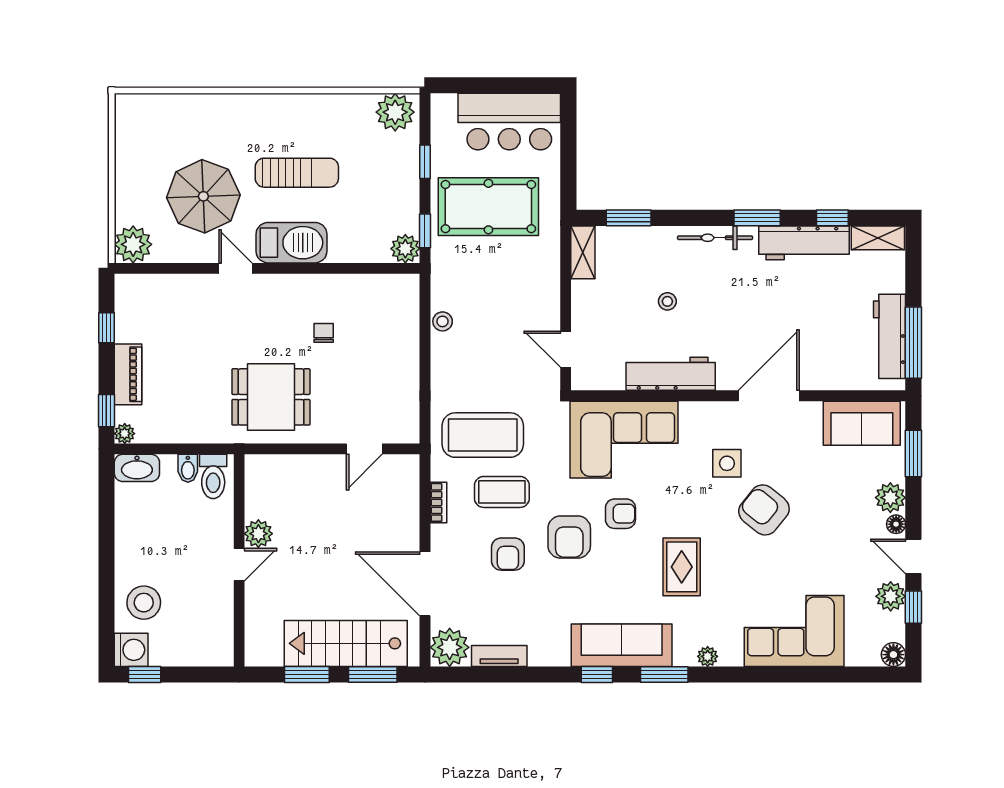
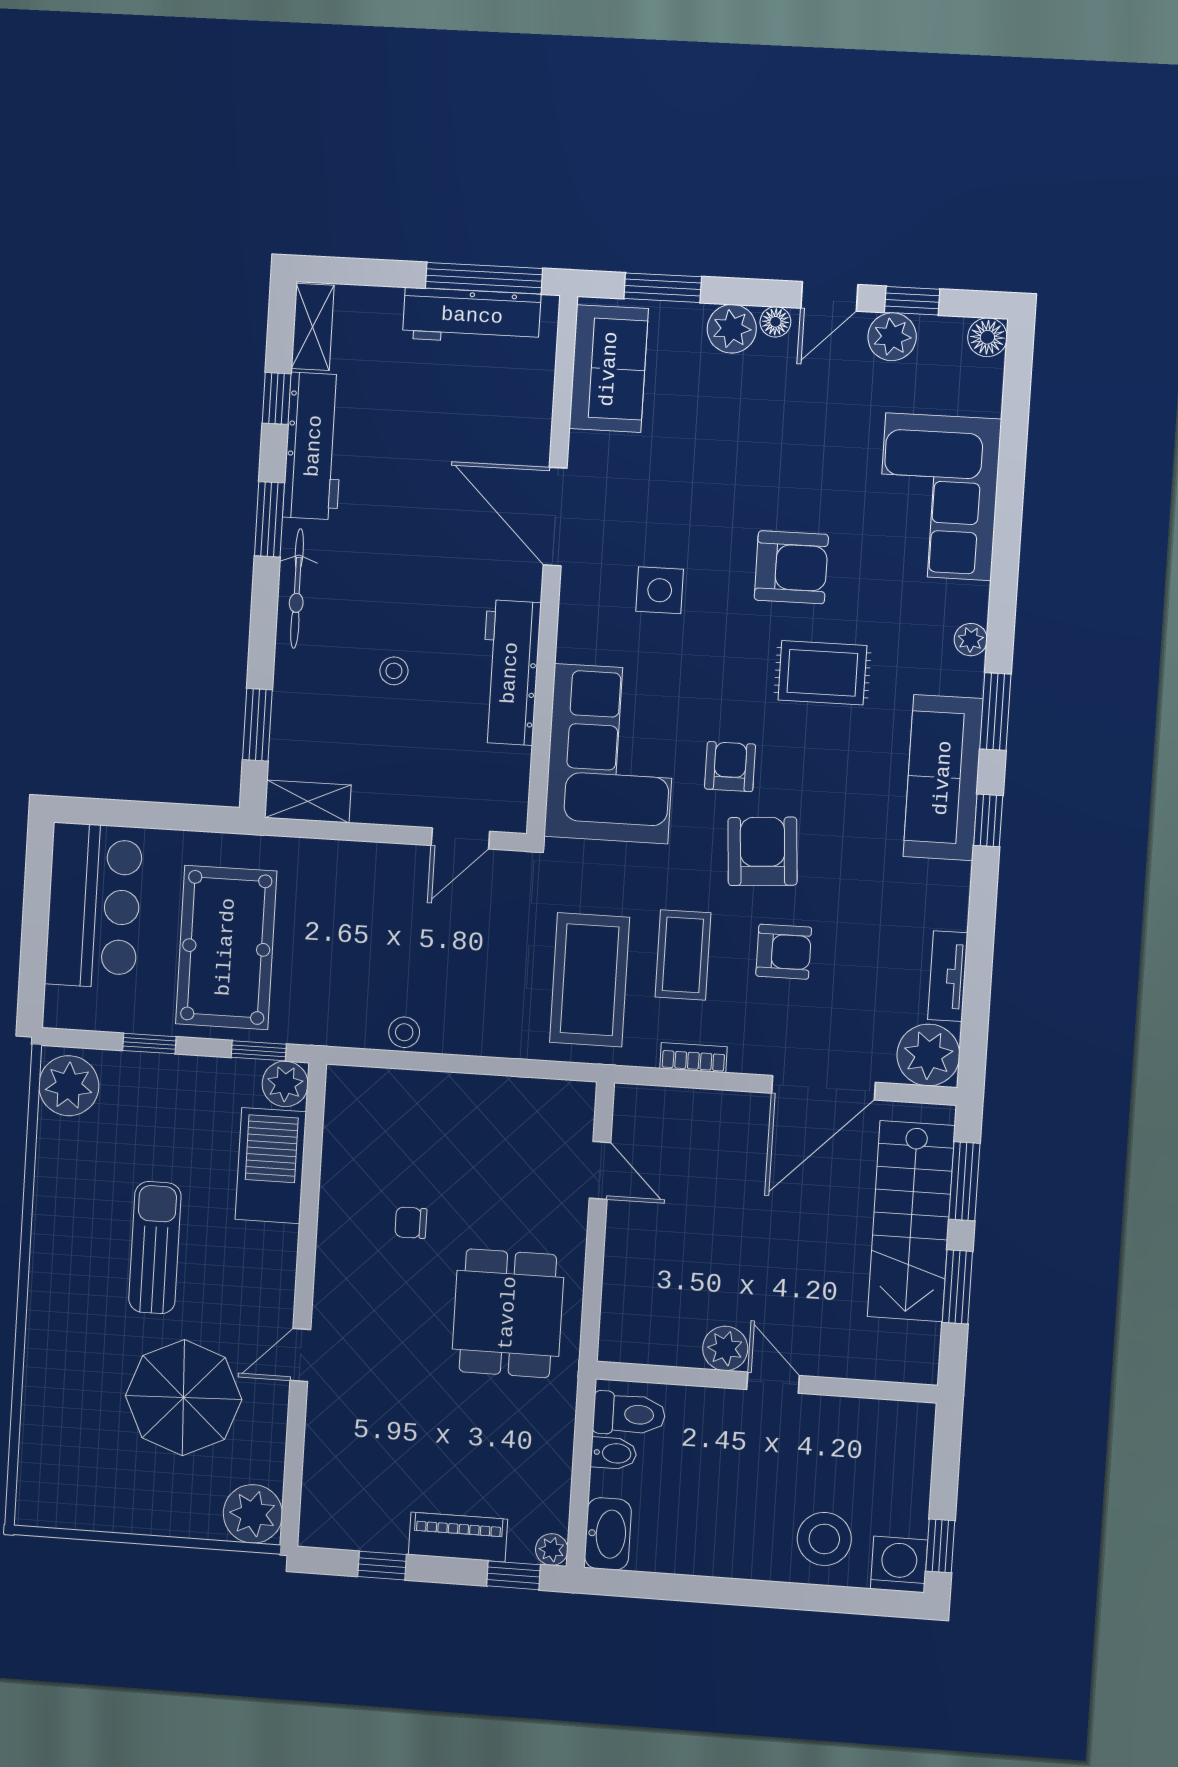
barbecue: (291, 243) -> (271, 1166), moved
armchair: (764, 510) -> (791, 567), moved, turned -129
armchair: (569, 537) -> (762, 851), turned -94

